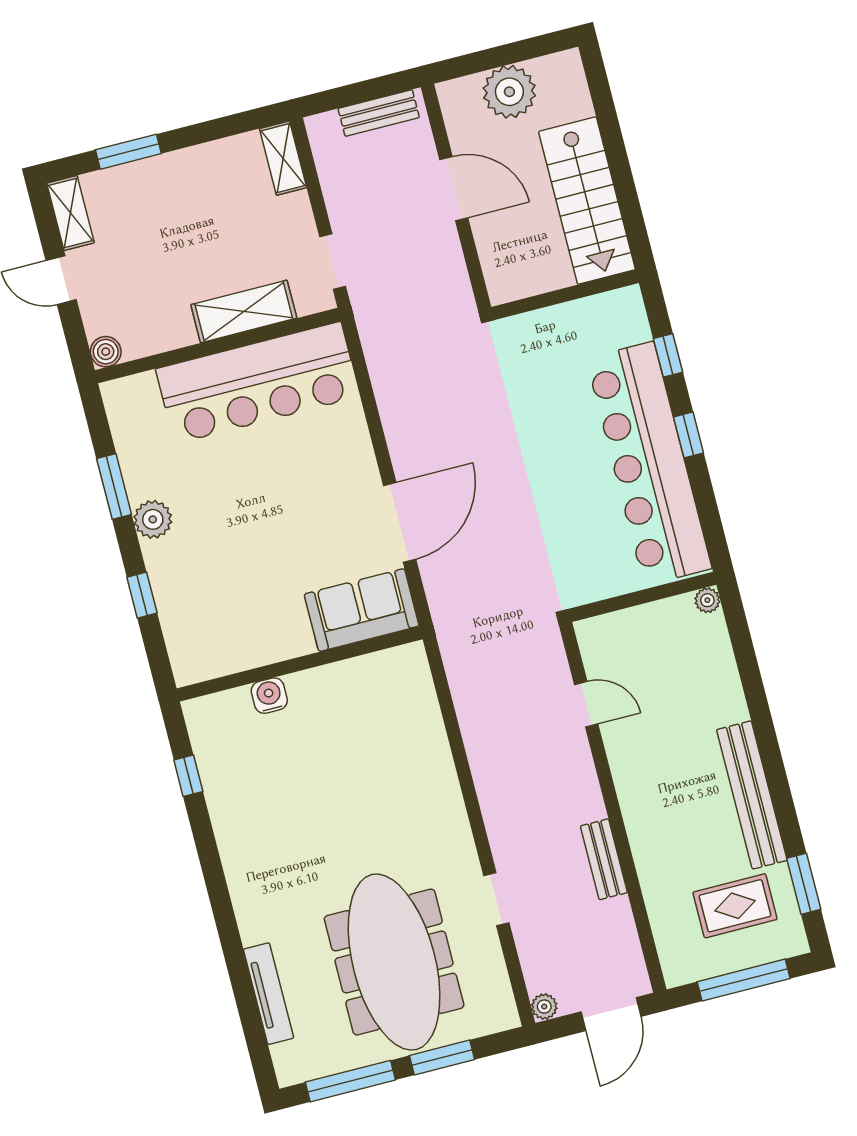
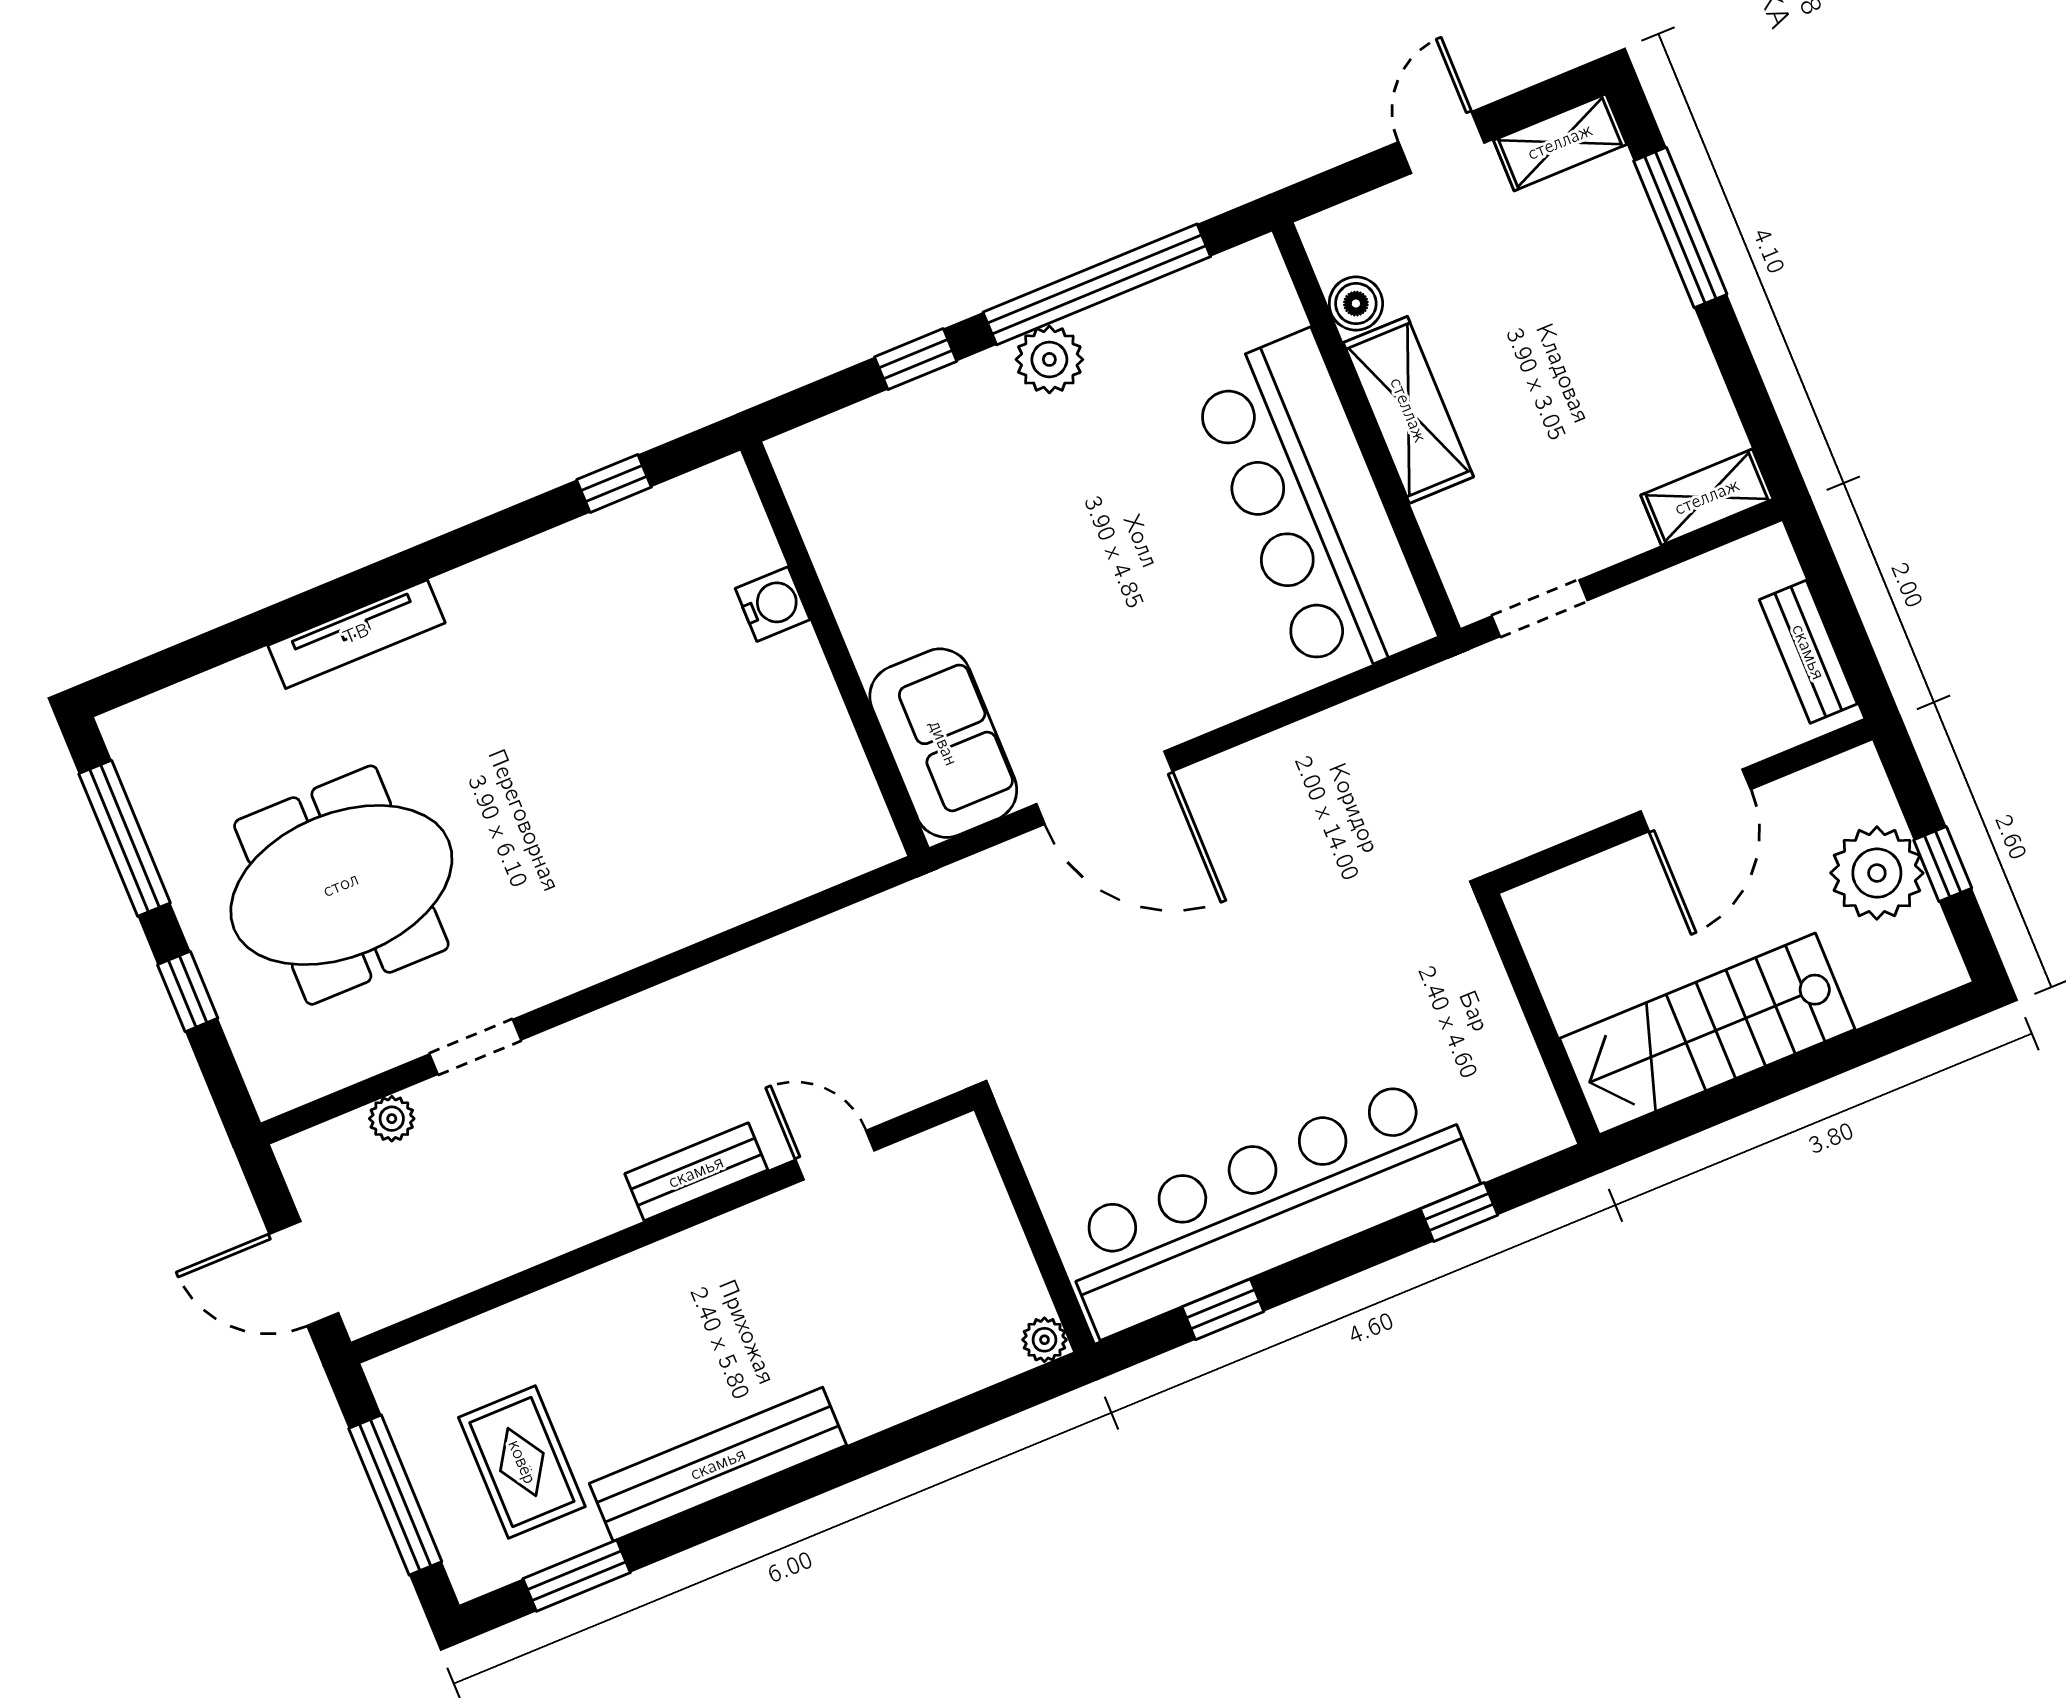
window: (510, 54) -> (1943, 864), added
window: (128, 152) -> (1680, 228), width x1.44
shelving: (244, 311) -> (1408, 410), moved
boiler: (106, 352) -> (1356, 304), moved
window: (688, 435) -> (1223, 1309), moved
window: (114, 487) -> (1097, 284), width x2.11
door: (586, 704) -> (835, 1155), swing flipped
bench: (604, 859) -> (696, 1172), moved
meeting table: (394, 962) -> (341, 885), width x0.73
tv unit: (269, 994) -> (356, 634), moved
plant: (544, 1007) -> (392, 1119), moved
window: (442, 1058) -> (188, 991), width x0.67

